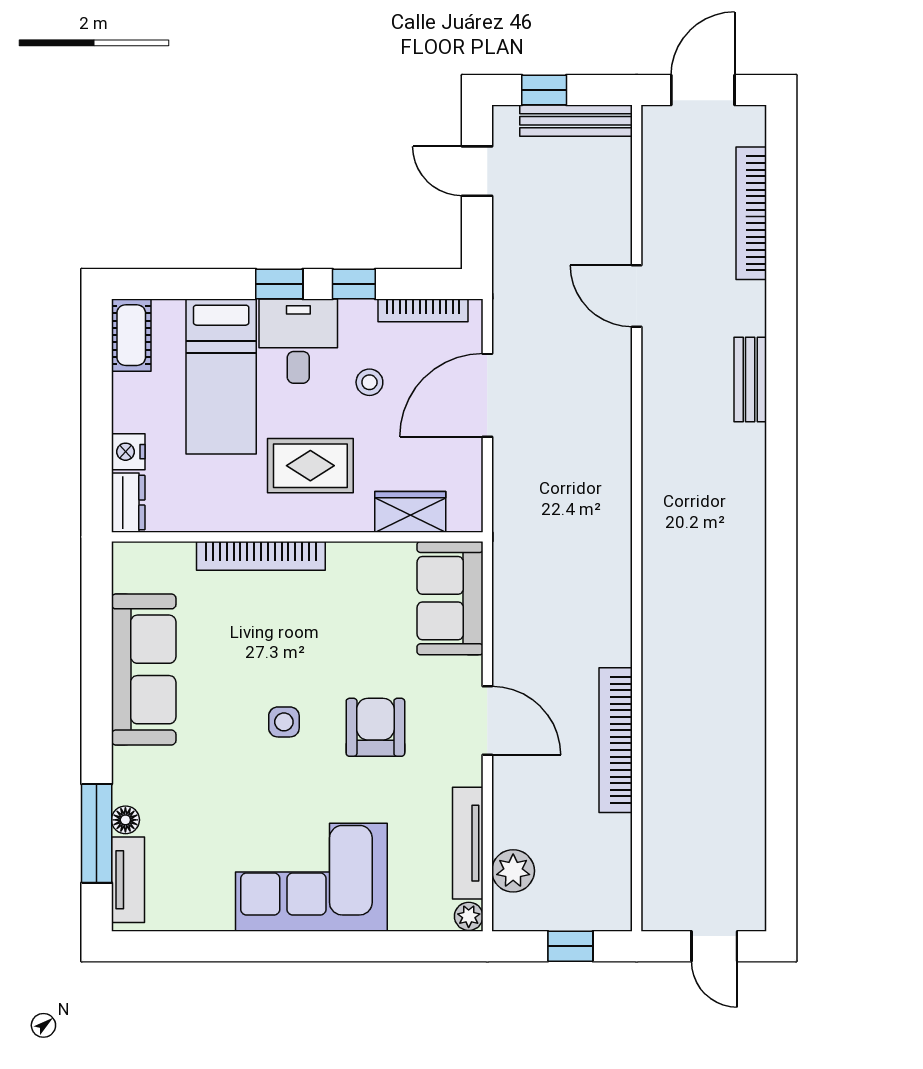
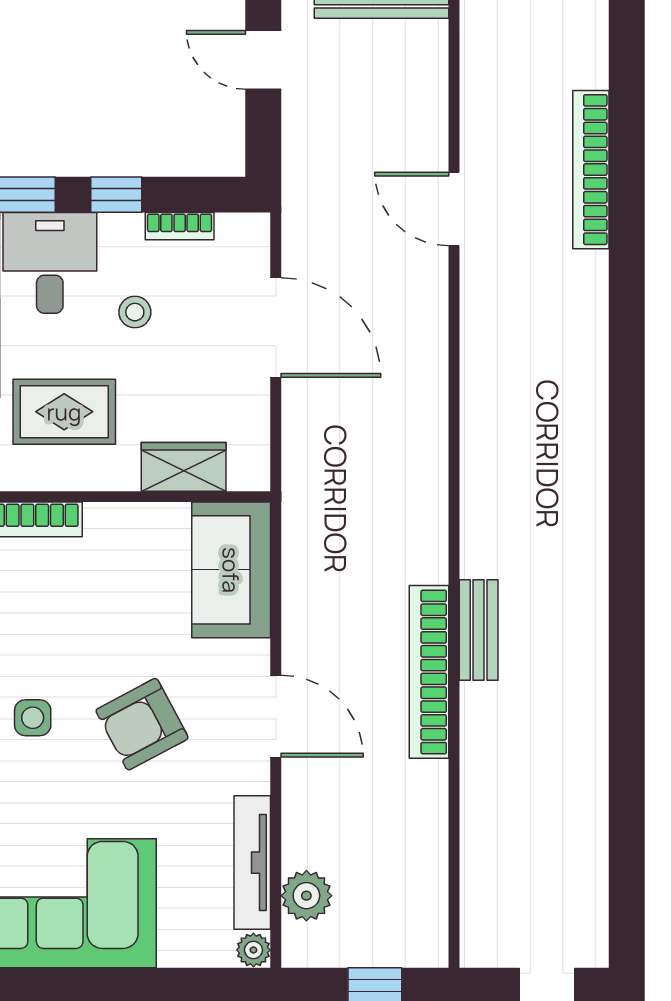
bookcase: (751, 213) -> (591, 170), moved
bookcase: (423, 310) -> (180, 226), width x0.64
bench: (750, 380) -> (479, 630), moved
door: (487, 395) -> (276, 328), swing flipped
armchair: (375, 727) -> (142, 724), turned -118
bookcase: (616, 740) -> (429, 672), moved

